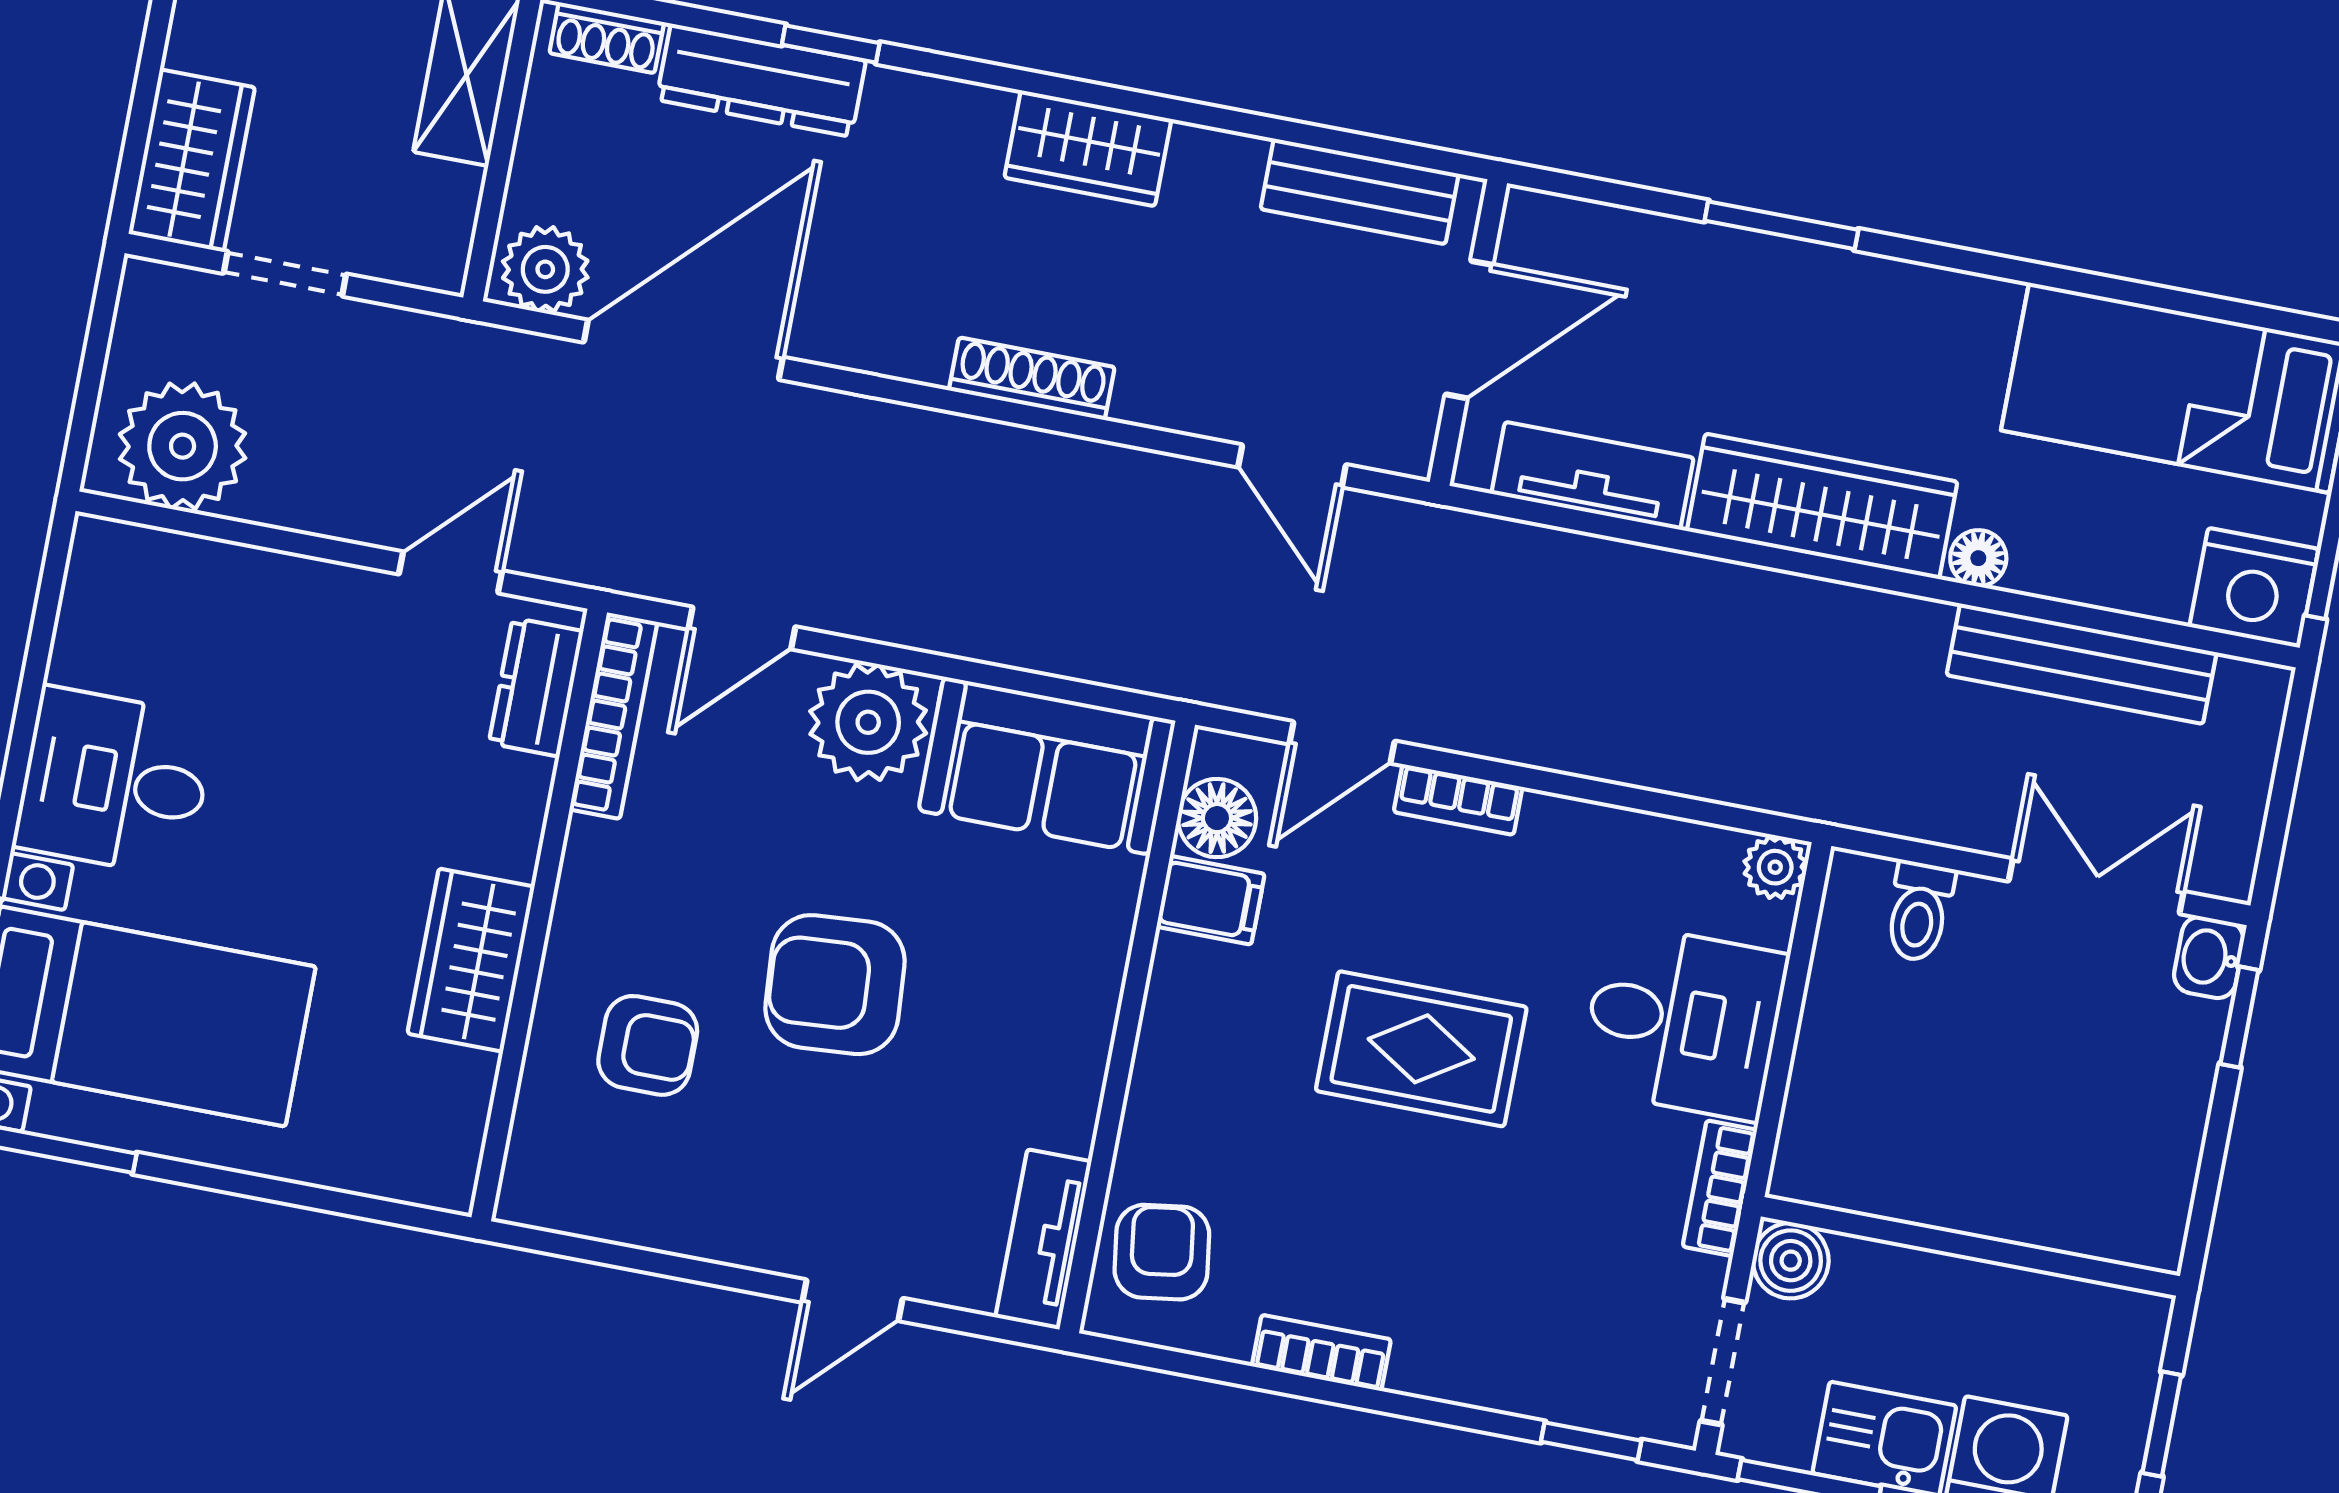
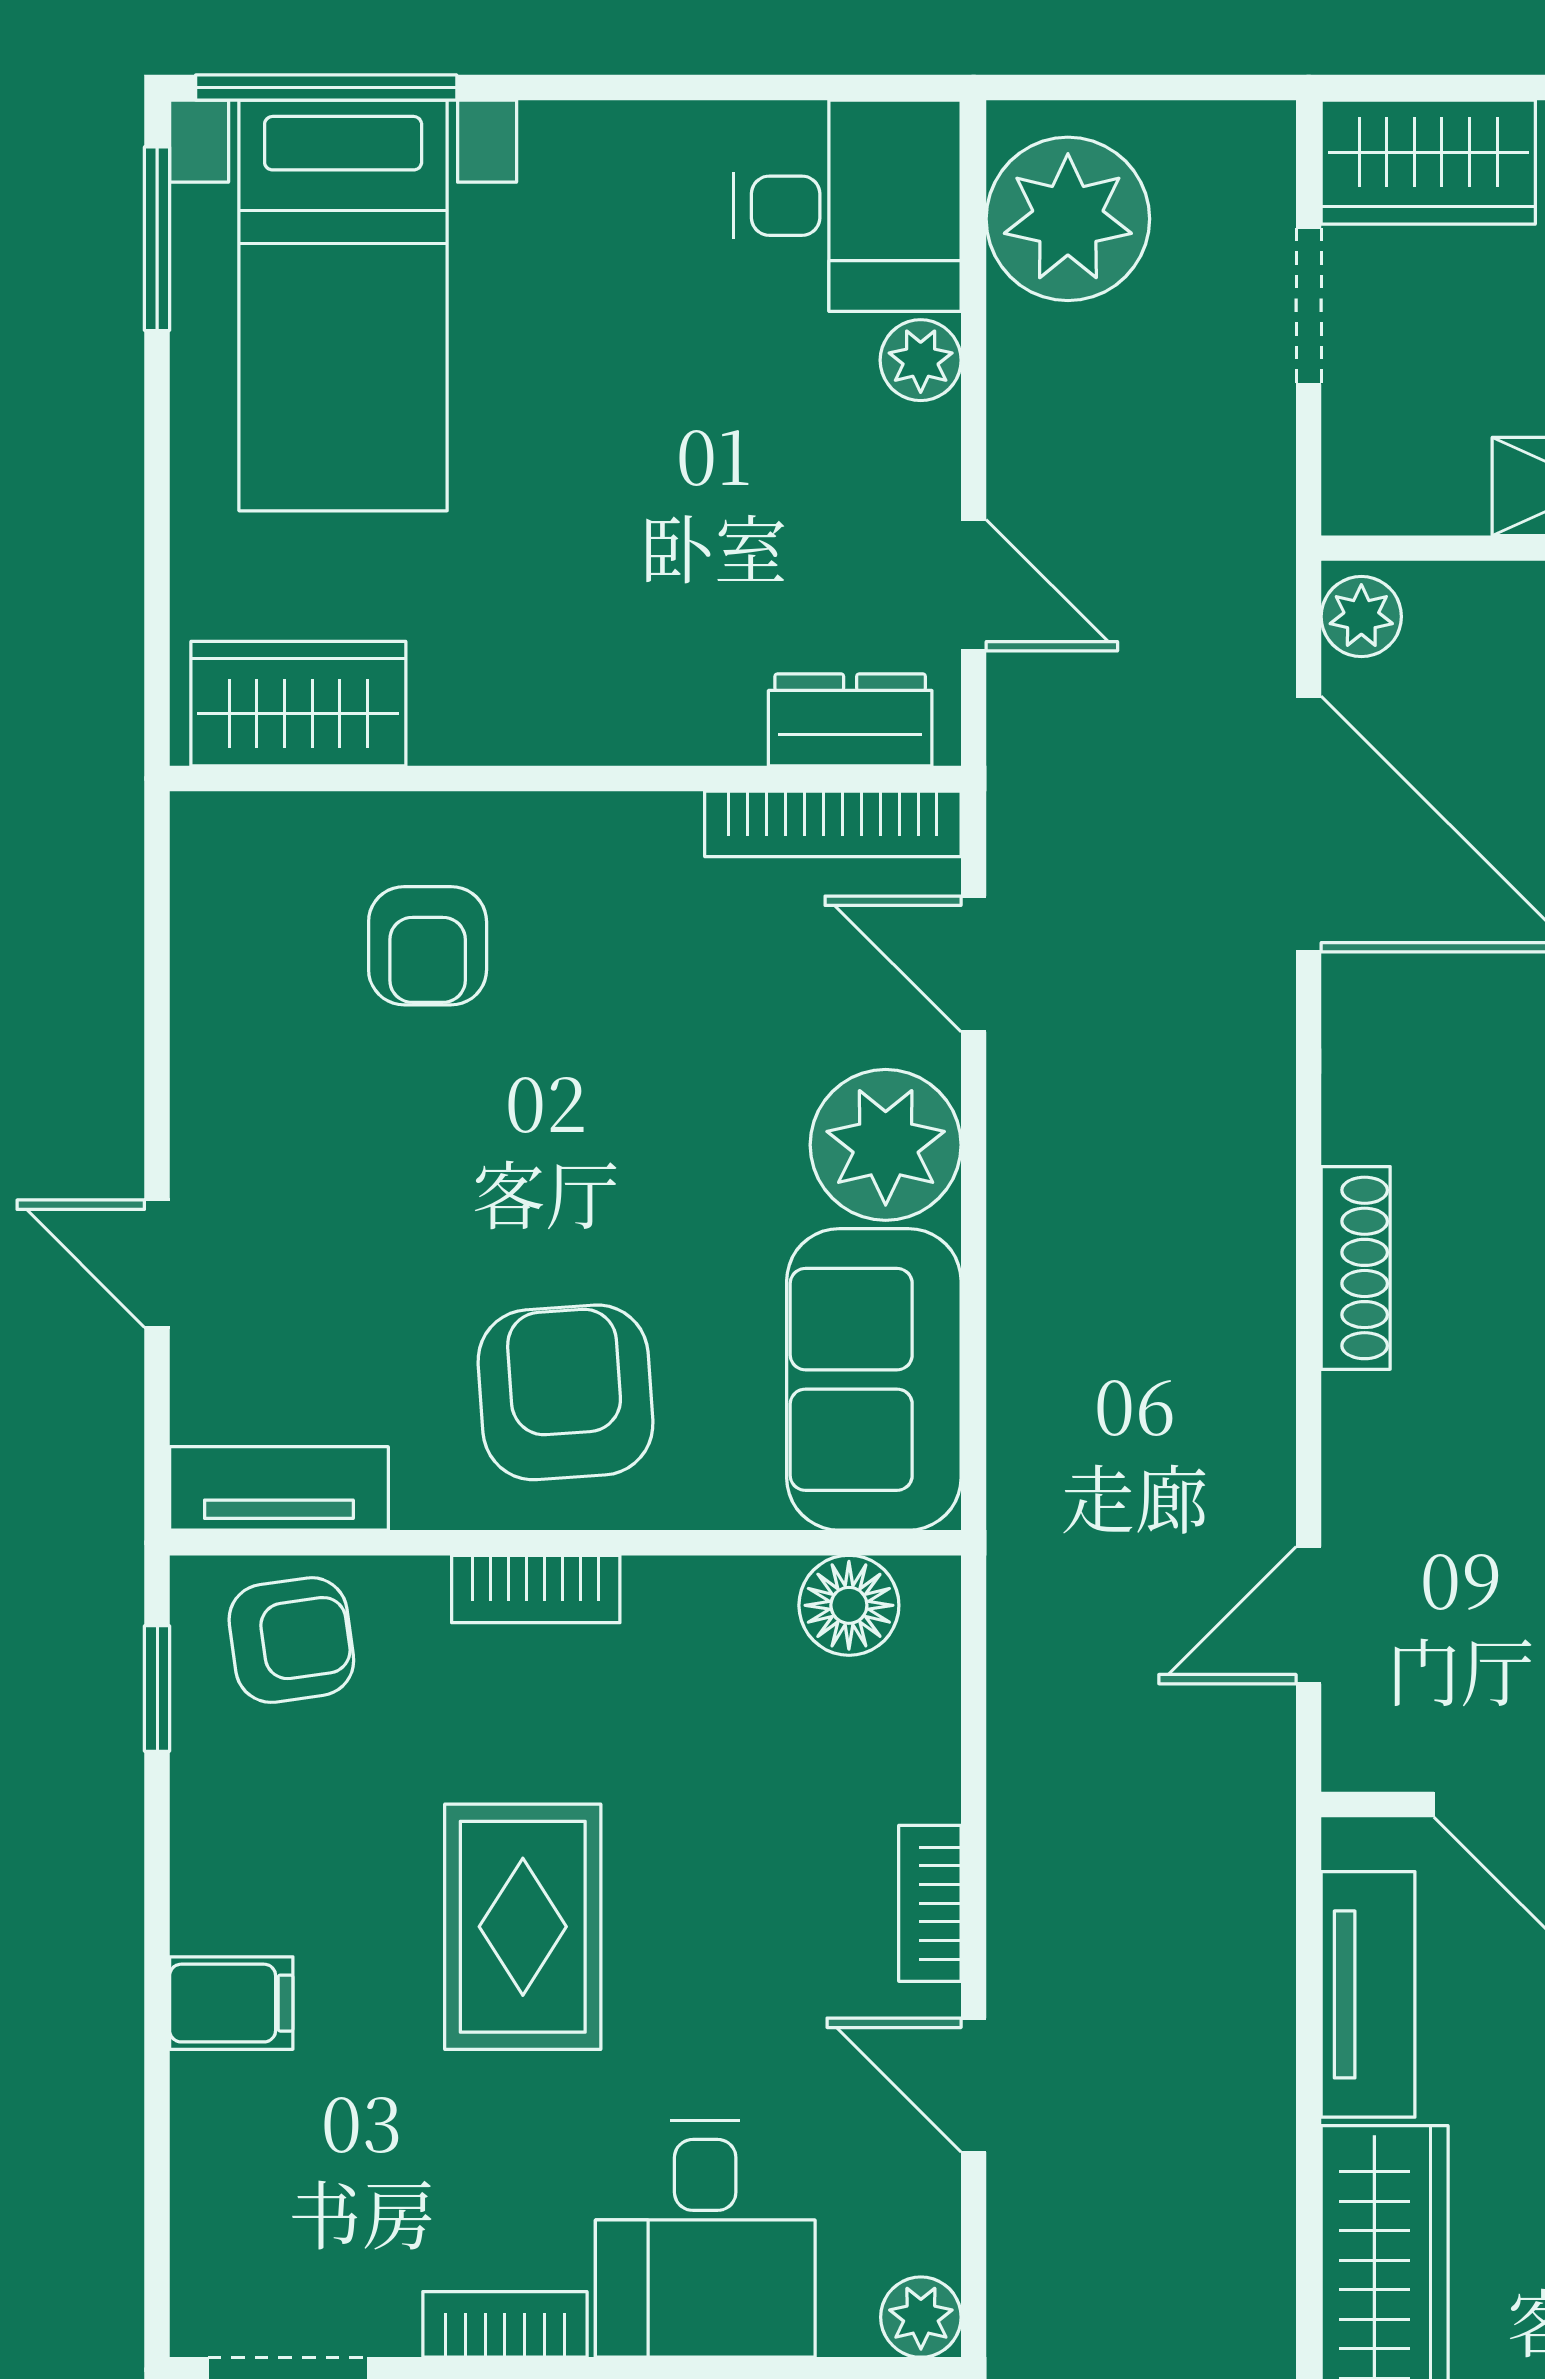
plant: (545, 269) -> (1361, 617), width x0.73, depth x0.73
plant: (270, 580) -> (921, 360), added
door: (1342, 742) -> (974, 2085), moved
desk: (115, 782) -> (847, 206), moved, turned 90
filing cabinet: (1211, 900) -> (231, 2003), moved, turned -90
wardrobe: (471, 960) -> (298, 704), moved
armchair: (835, 985) -> (565, 1392), moved
rug: (1421, 1049) -> (523, 1927), moved
bookcase: (1321, 1353) -> (536, 1589), moved, turned 90
window: (1591, 1441) -> (157, 1688), moved

